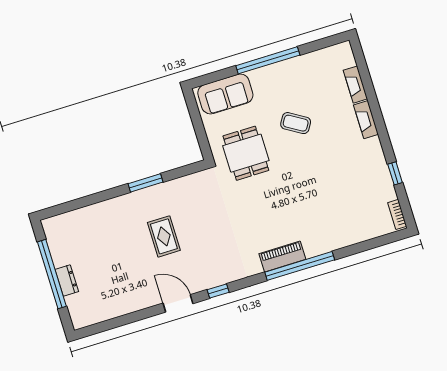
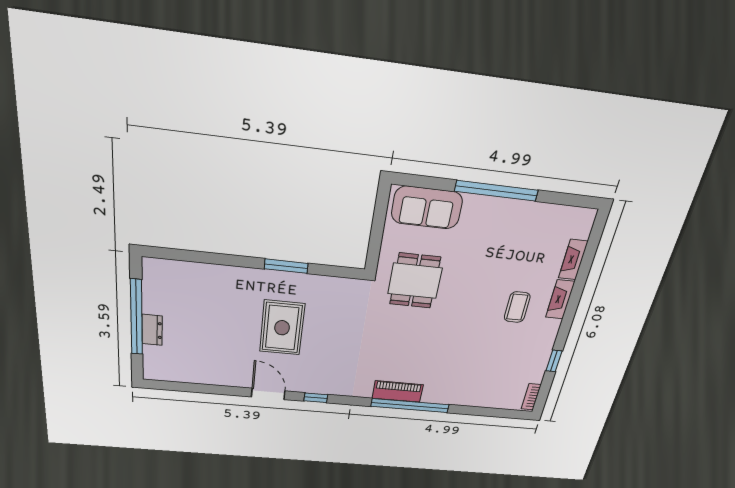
coffee table: (296, 123) -> (517, 307), moved, turned 59
rug: (164, 236) -> (282, 328), width x1.36, depth x1.43

